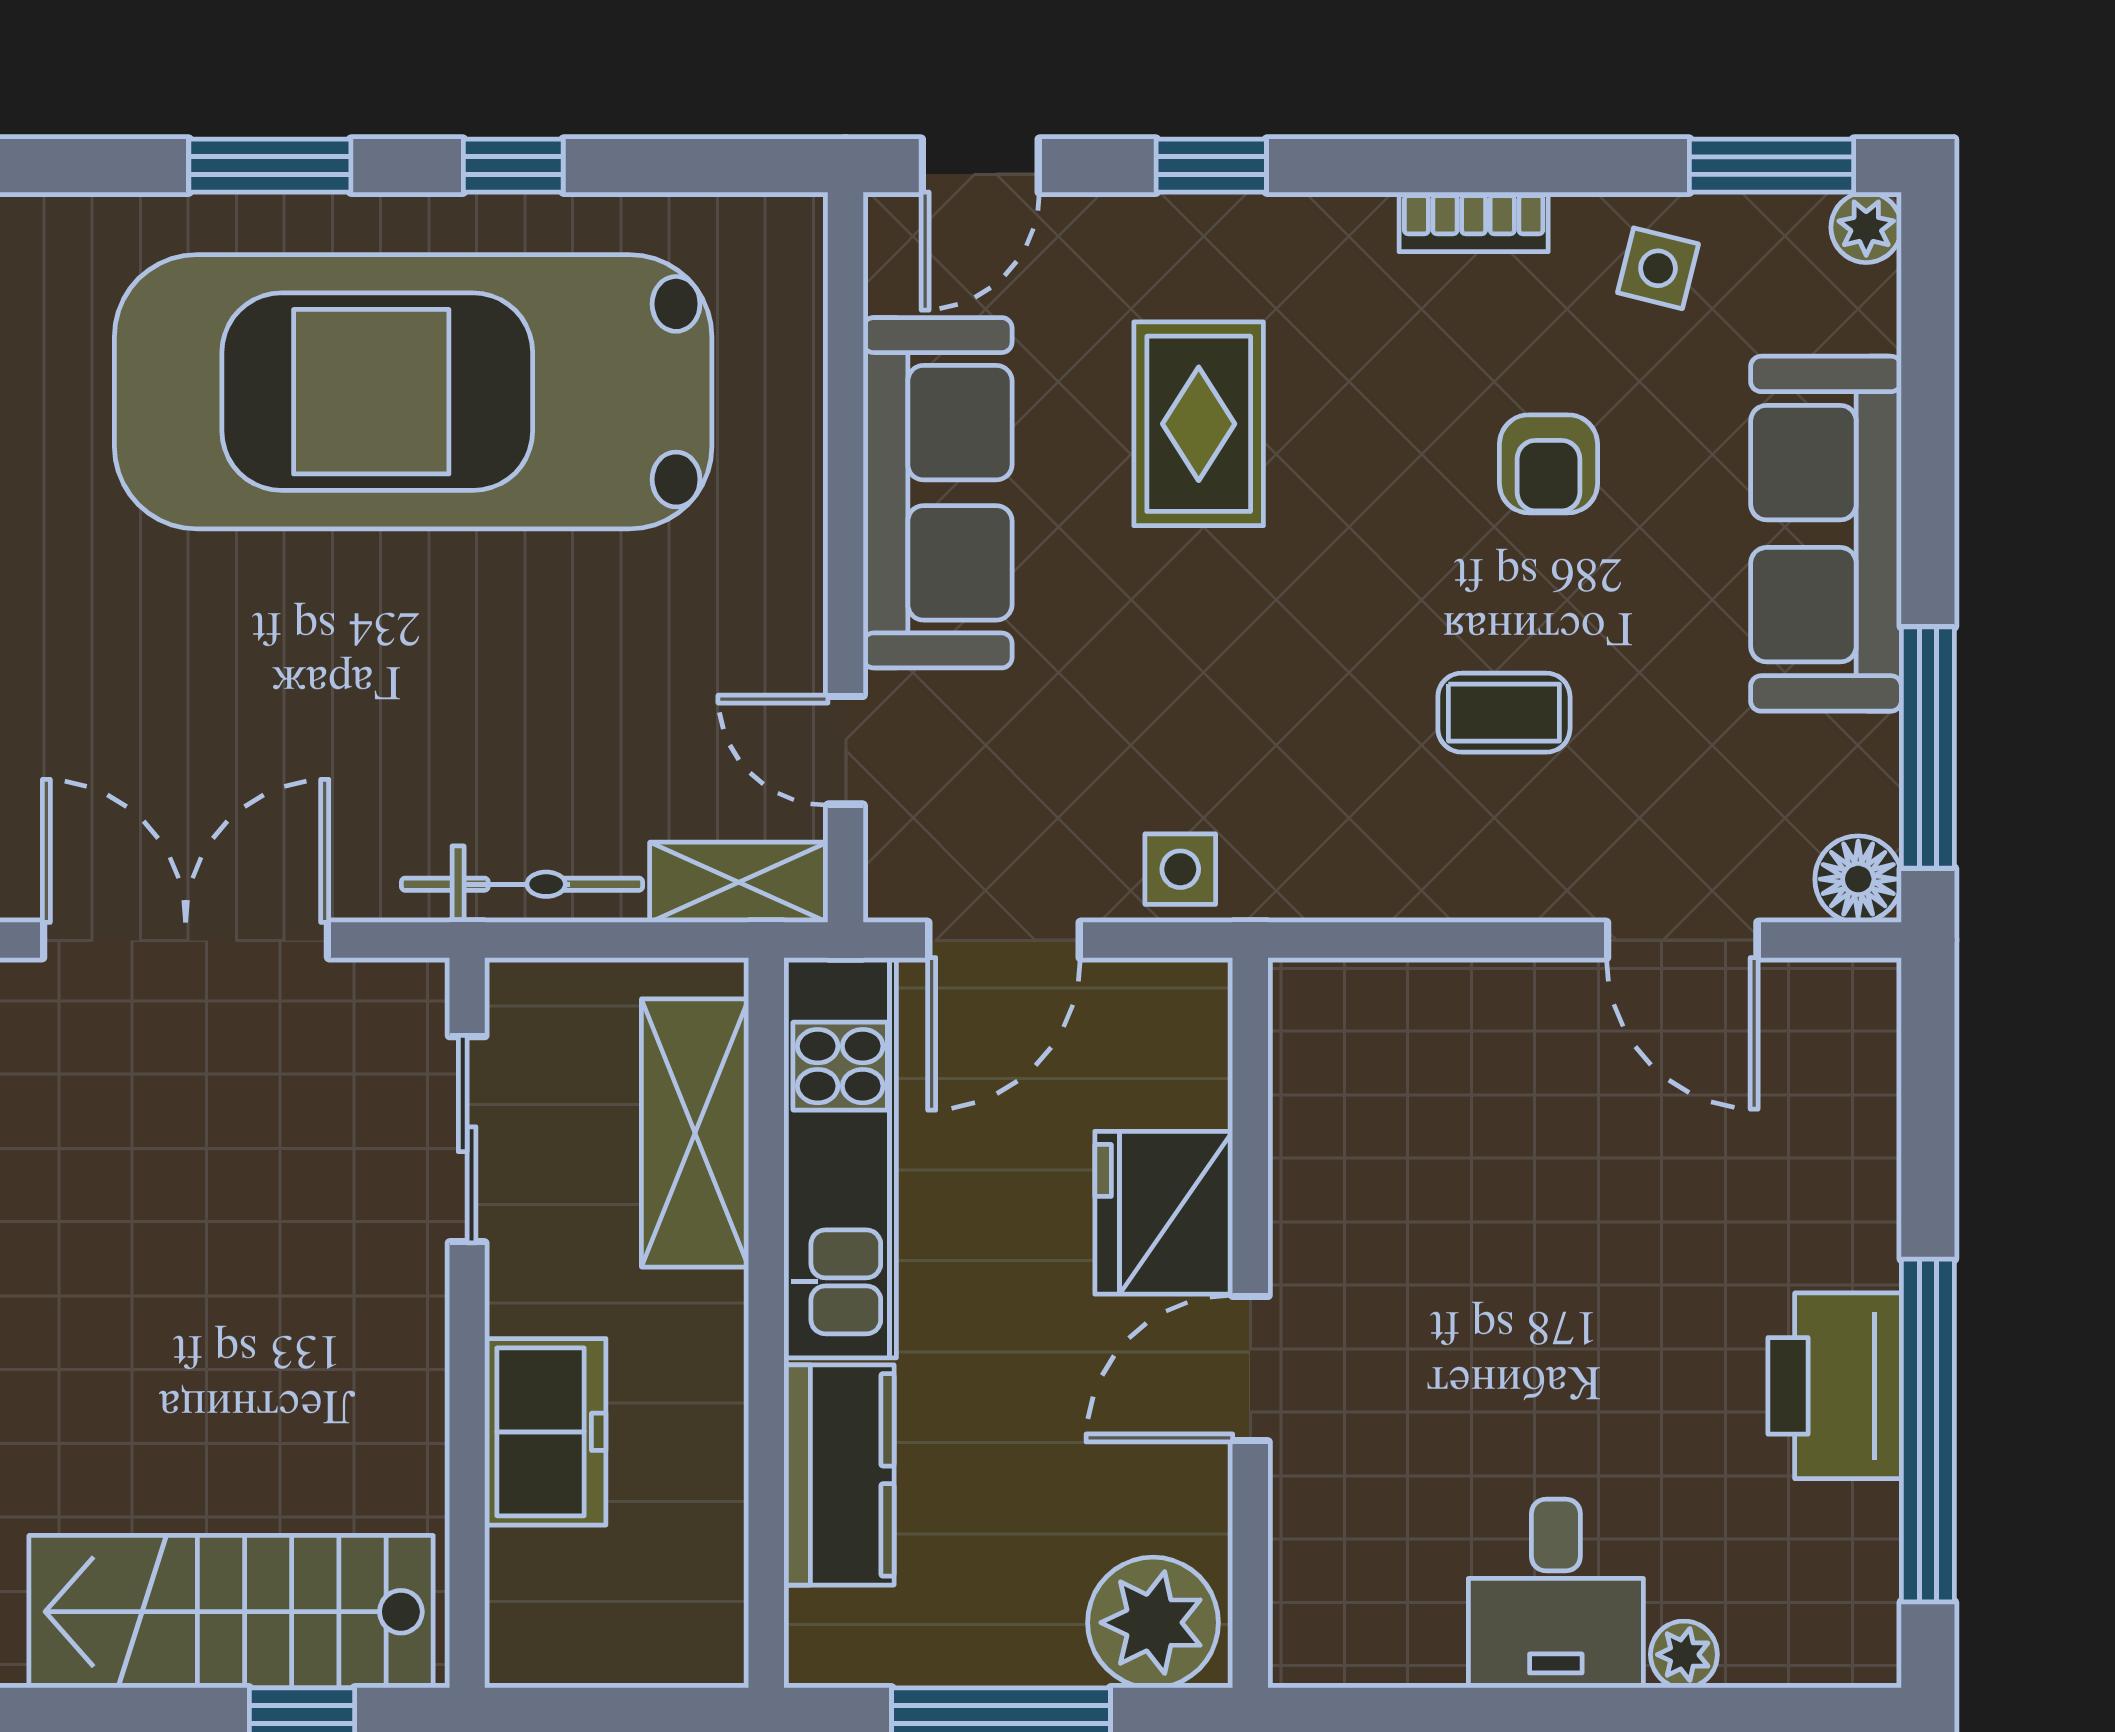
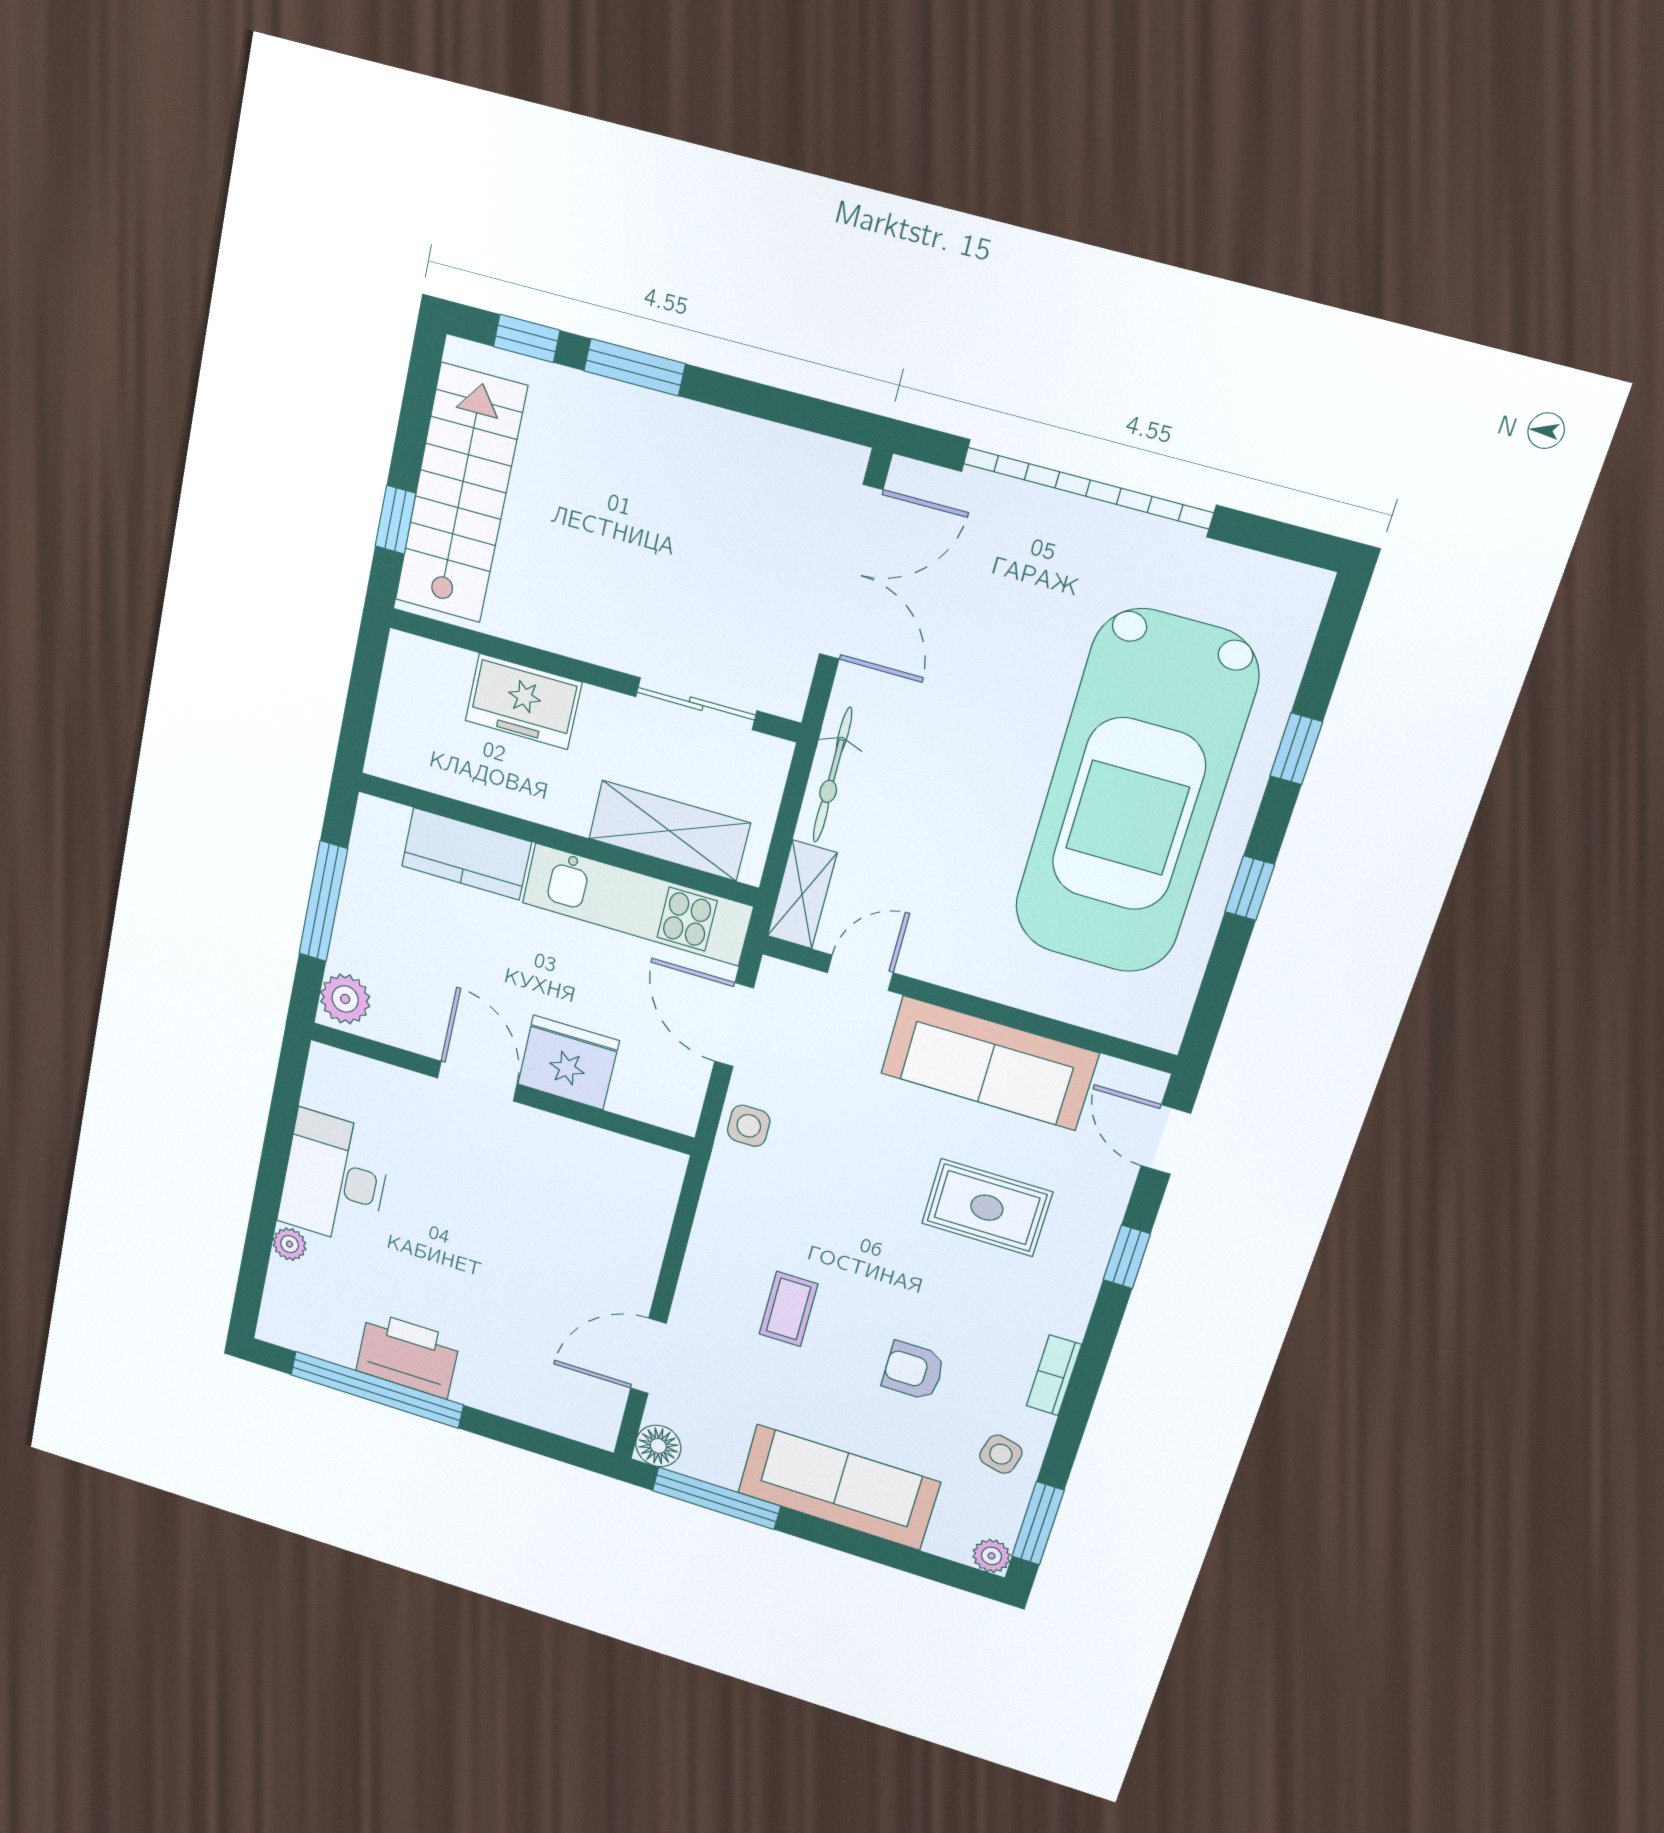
window: (270, 166) -> (1296, 749), width x0.67
car: (413, 392) -> (1135, 794), turned 180
desk: (1556, 1594) -> (335, 1178), width x1.37
plant: (1153, 1623) -> (345, 999), width x0.73, depth x0.73

